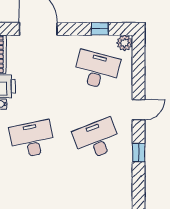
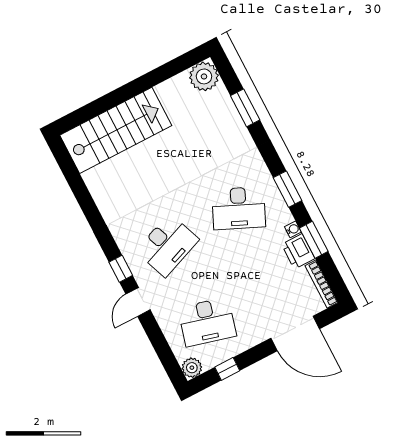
desk: (32, 139) -> (239, 208), turned 36
window: (139, 153) -> (121, 269), moved

